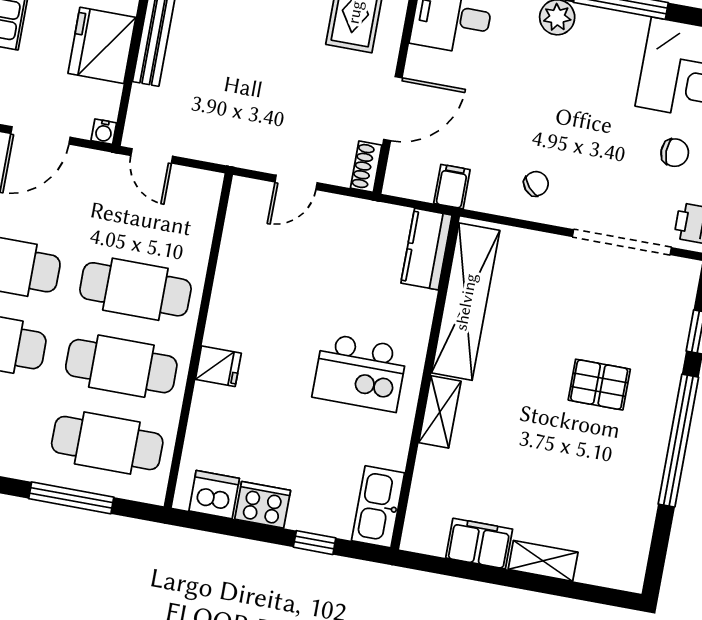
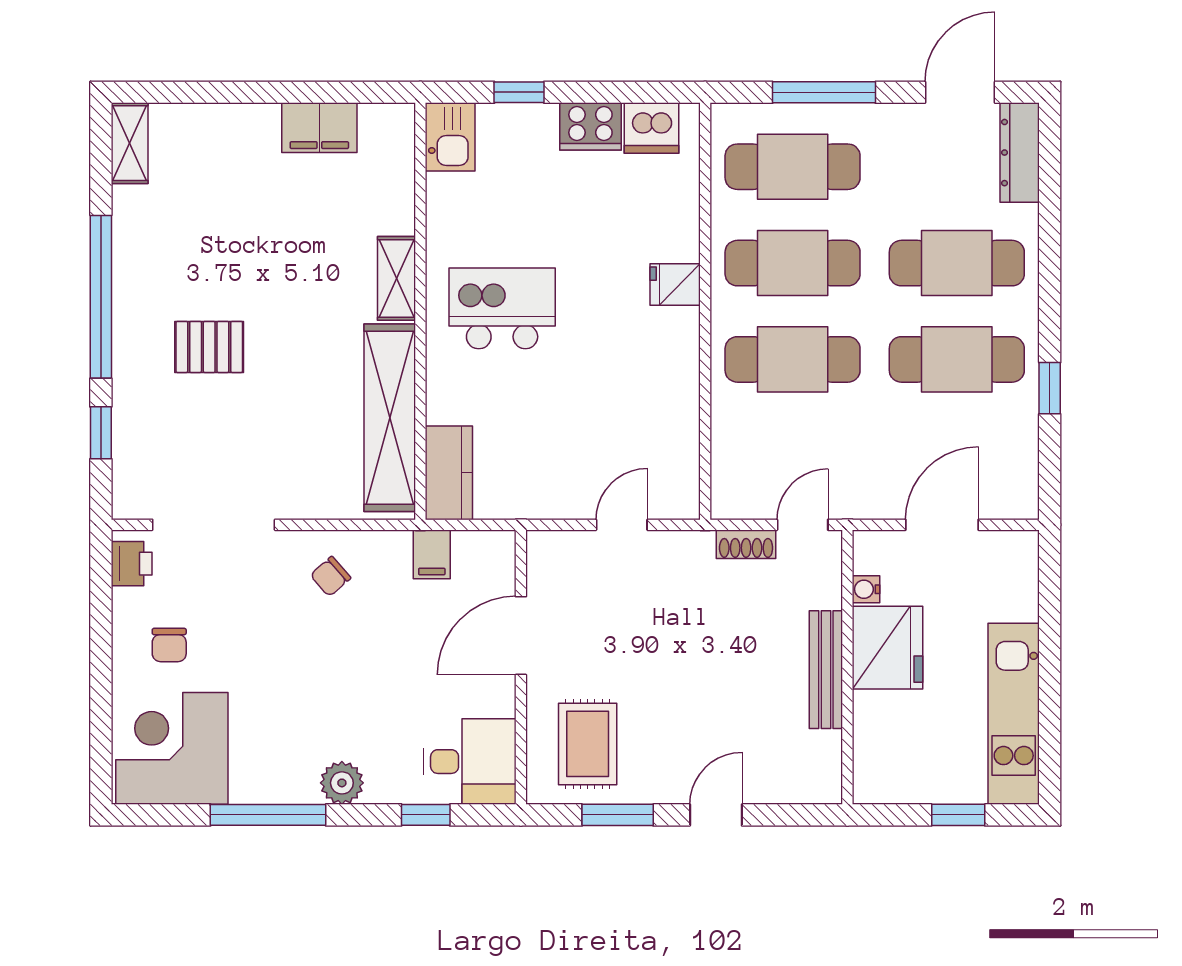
water cooler: (104, 132) -> (866, 589), moved, turned -90
chair: (675, 153) -> (169, 645), turned -90
door: (152, 156) -> (803, 525), hinge flipped
shoe rack: (366, 167) -> (746, 544), moved, turned 90
kitchen sink: (378, 507) -> (450, 137), width x0.73
shelving: (543, 561) -> (130, 143), moved, turned 90

